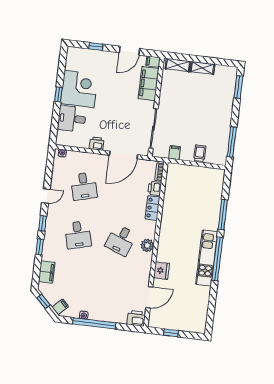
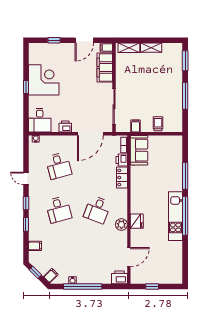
desk: (72, 119) -> (40, 120), moved, turned -90
window: (232, 142) -> (185, 96), moved
sofa: (175, 180) -> (139, 150), added
door: (46, 196) -> (26, 178), swing flipped
plant: (147, 245) -> (121, 225), moved
fridge: (161, 271) -> (137, 221), moved
filing cabinet: (47, 272) -> (35, 246), width x0.50

